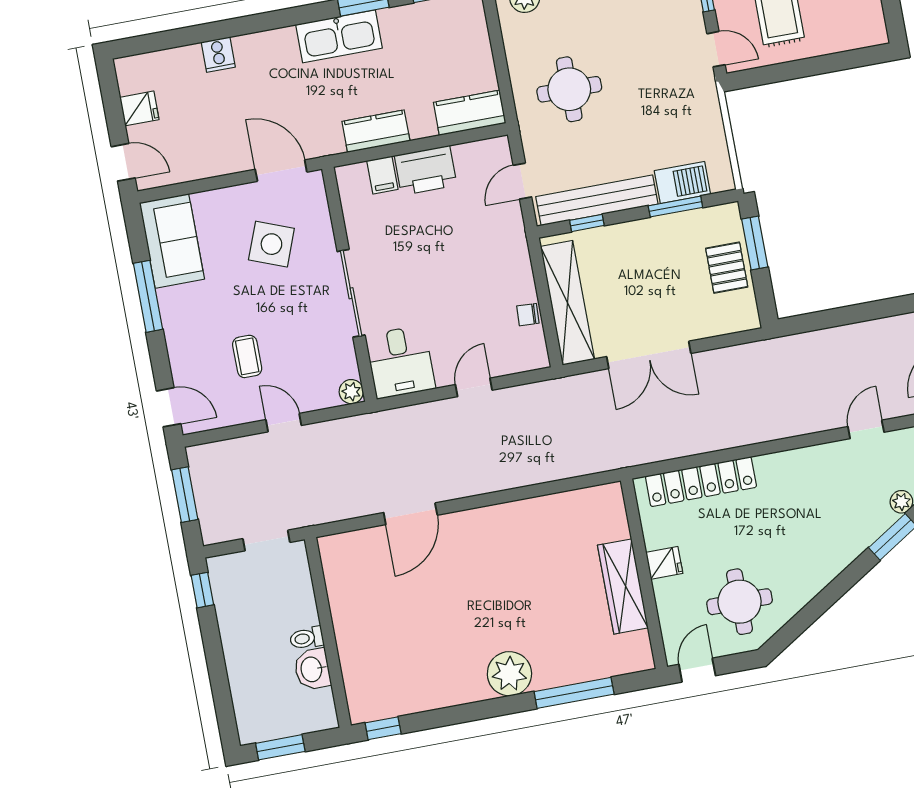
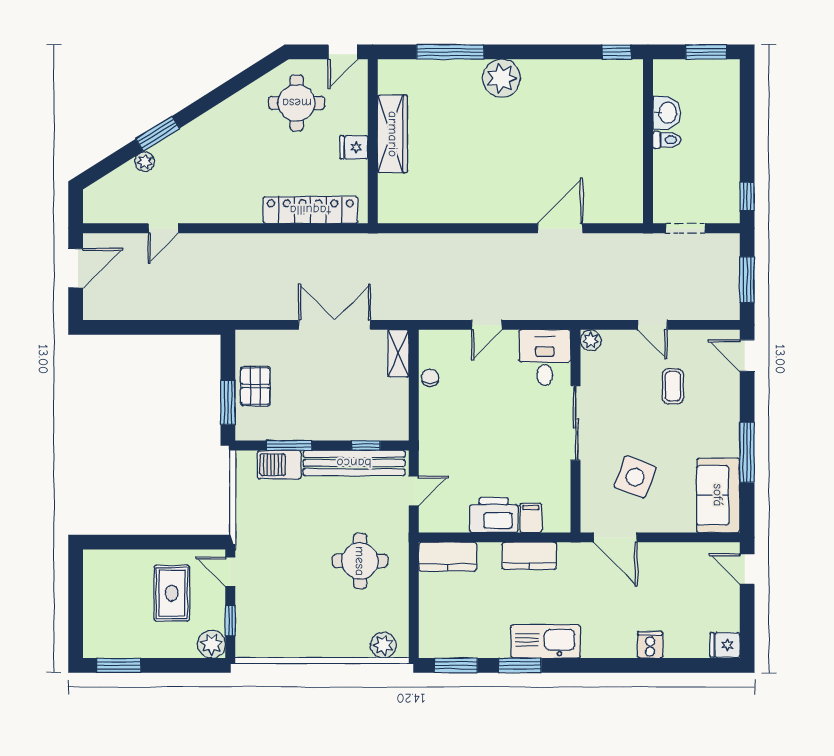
fridge: (139, 108) -> (725, 645), moved
shelving: (567, 303) -> (398, 353), width x0.45, depth x0.75
chair: (528, 315) -> (430, 378), turned -93

